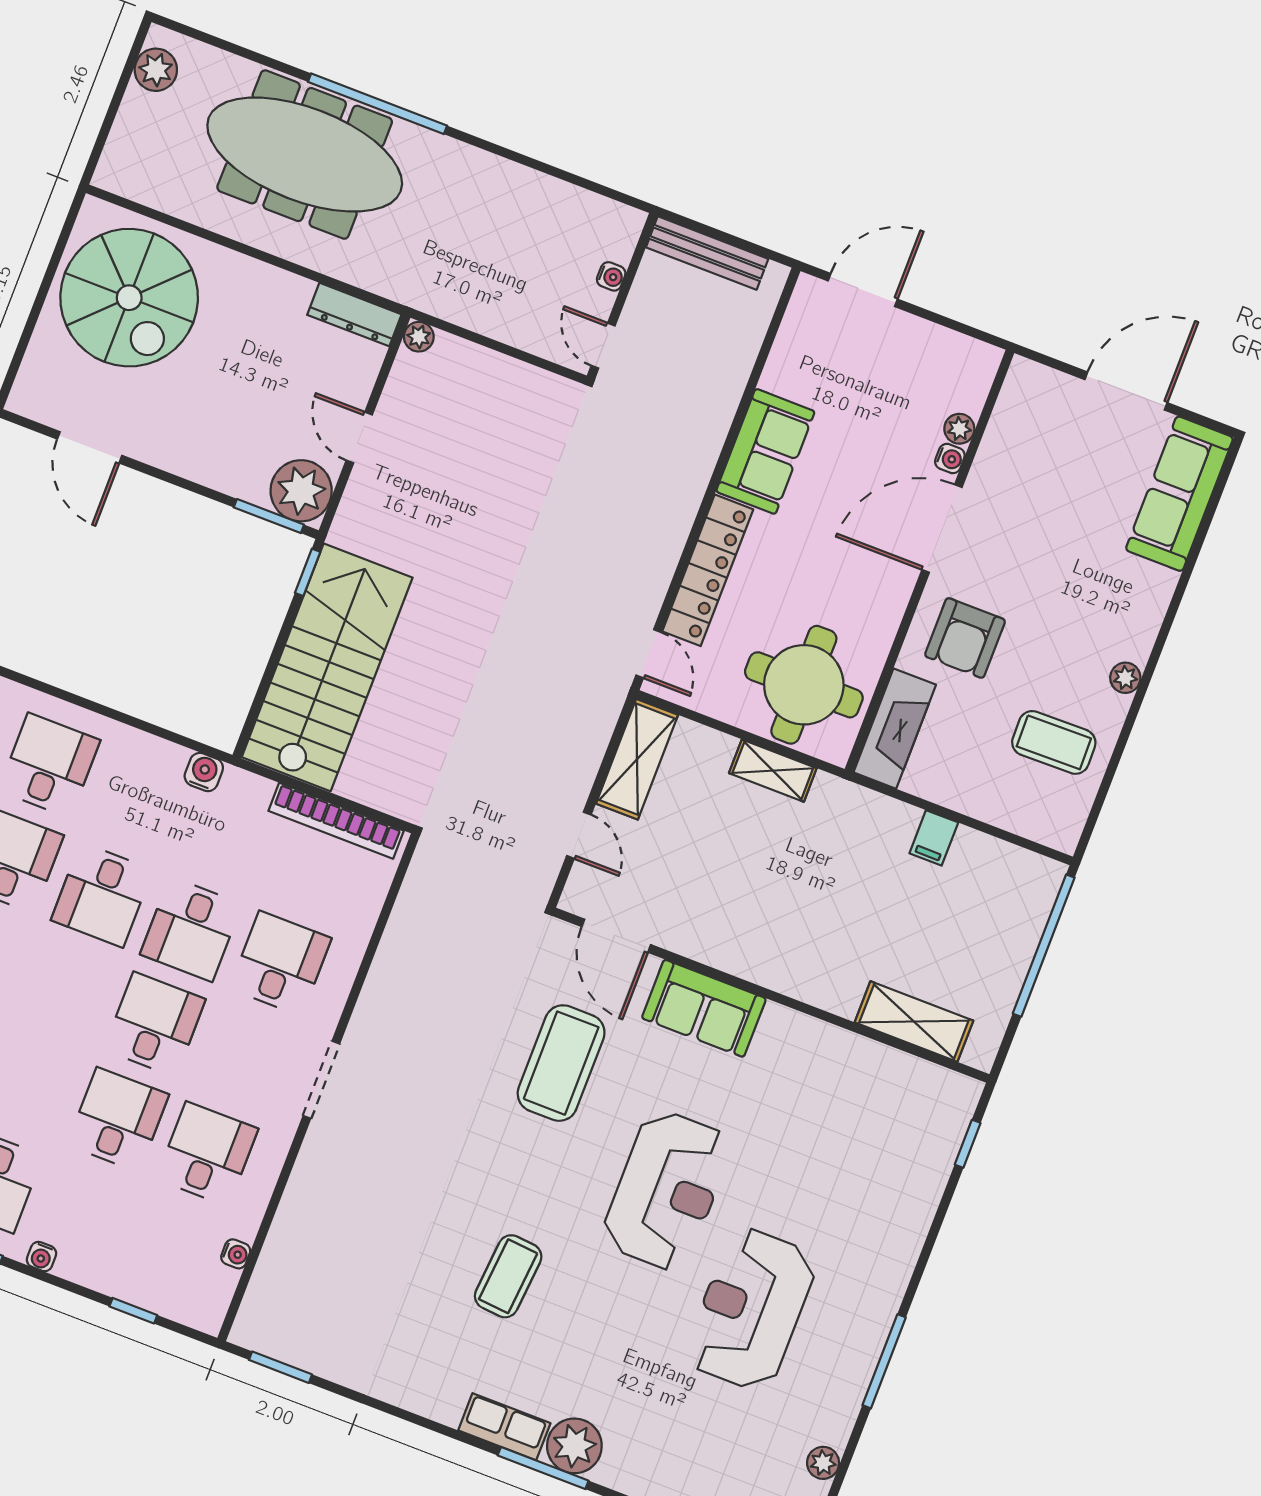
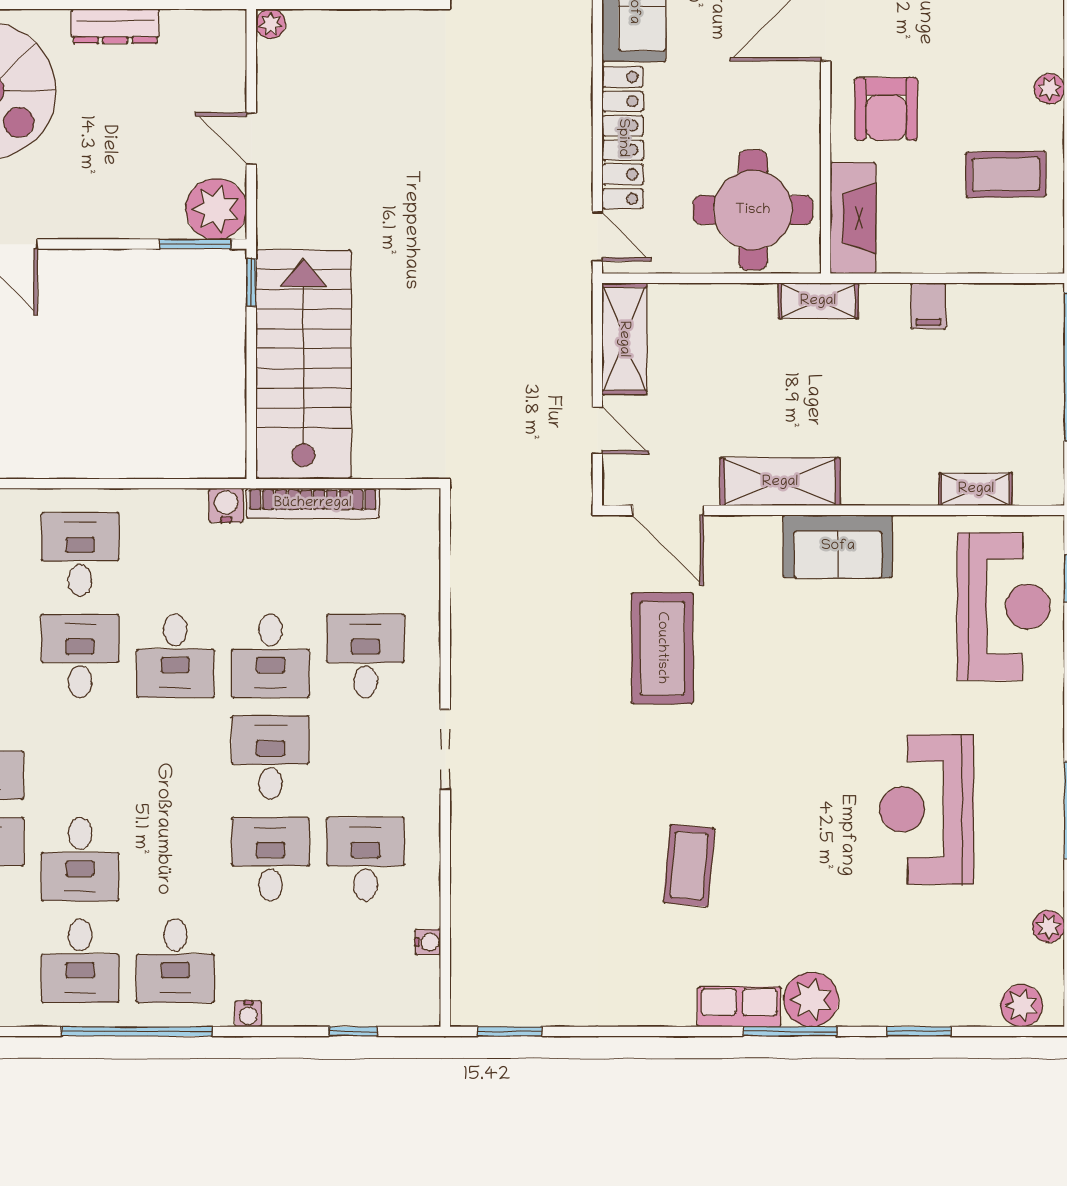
dresser: (354, 315) -> (115, 26), moved
shelving: (773, 771) -> (818, 301), moved
bookcase: (336, 821) -> (313, 503), moved
shelving: (731, 949) -> (780, 482), added
sofa: (704, 1008) -> (838, 546), moved
shelving: (914, 1022) -> (976, 489), width x0.67, depth x0.75
reception desk: (667, 1190) -> (1004, 607), moved

